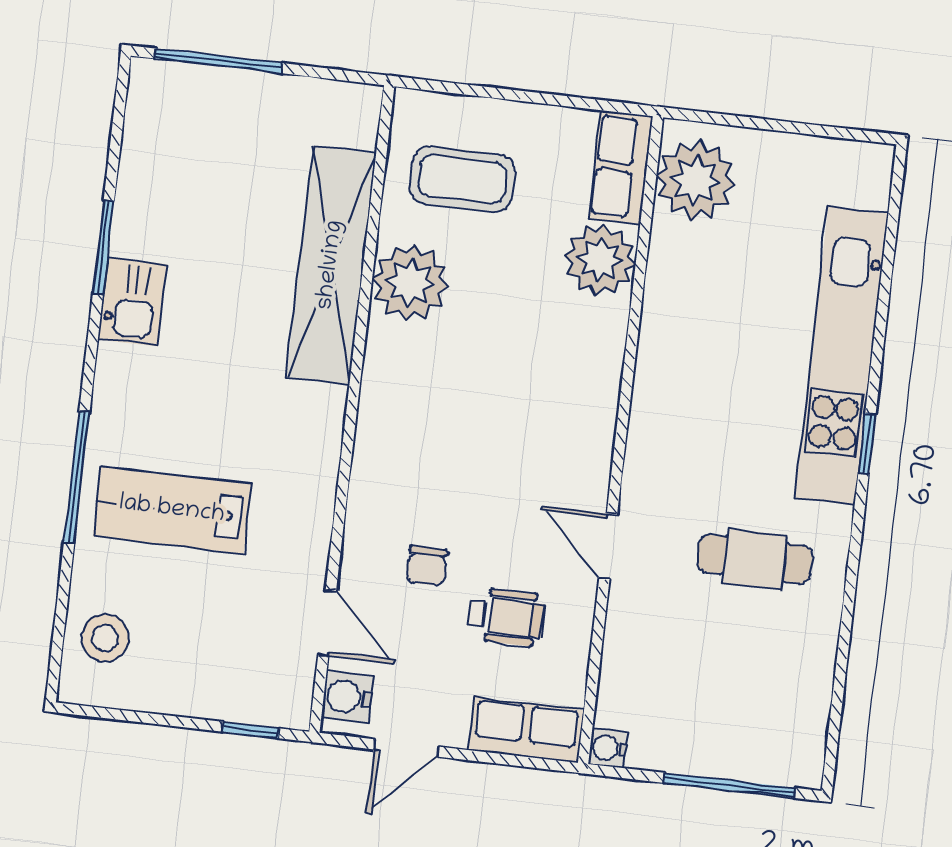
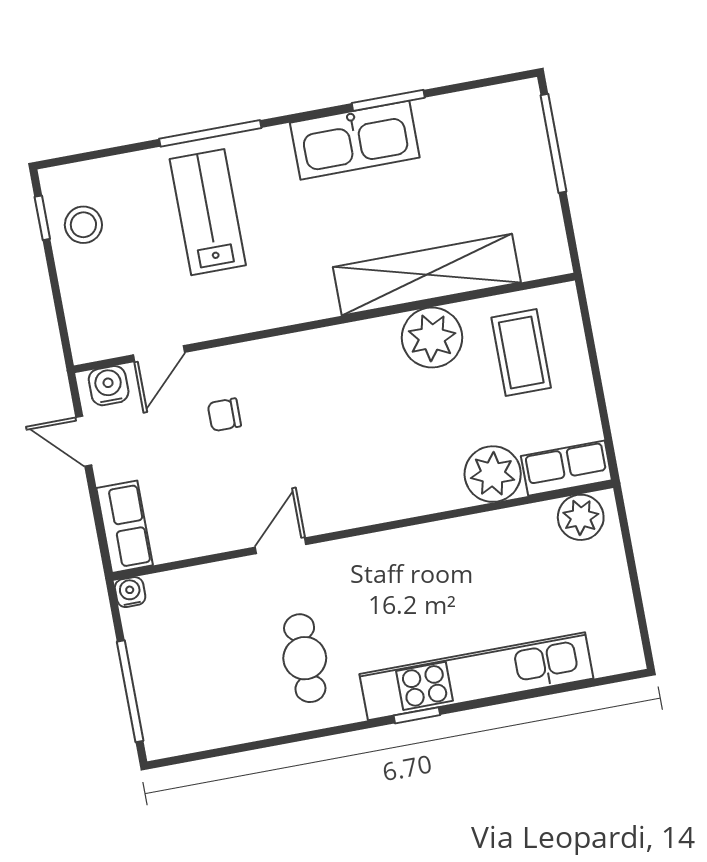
plant: (696, 180) -> (581, 517), width x0.73, depth x0.73
kitchen sink: (132, 302) -> (355, 140), width x1.88, depth x1.24
wheelchair: (505, 617) -> (204, 485), removed
stool: (105, 638) -> (83, 225), moved
window: (251, 730) -> (42, 218), moved

